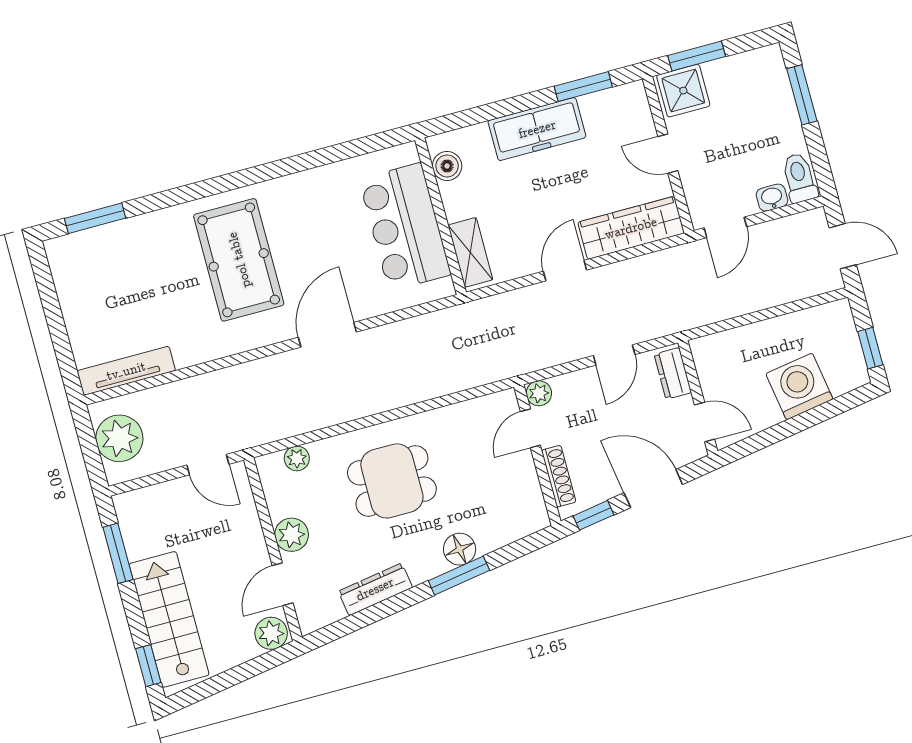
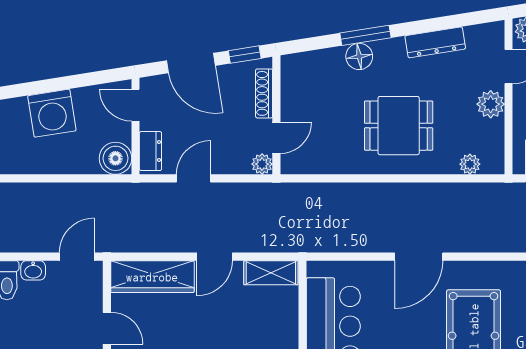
shelving: (470, 252) -> (271, 273), moved, turned 90
boiler: (711, 354) -> (115, 158), added

